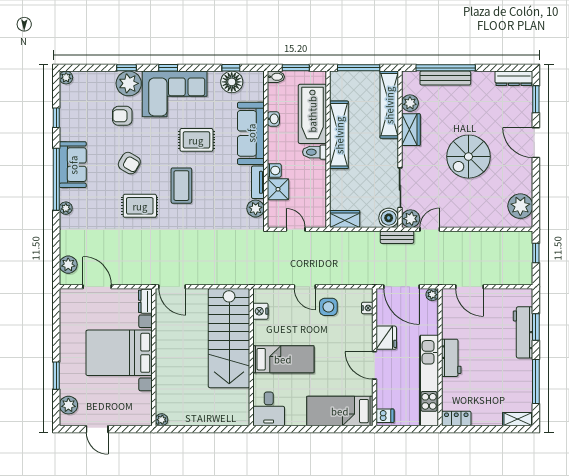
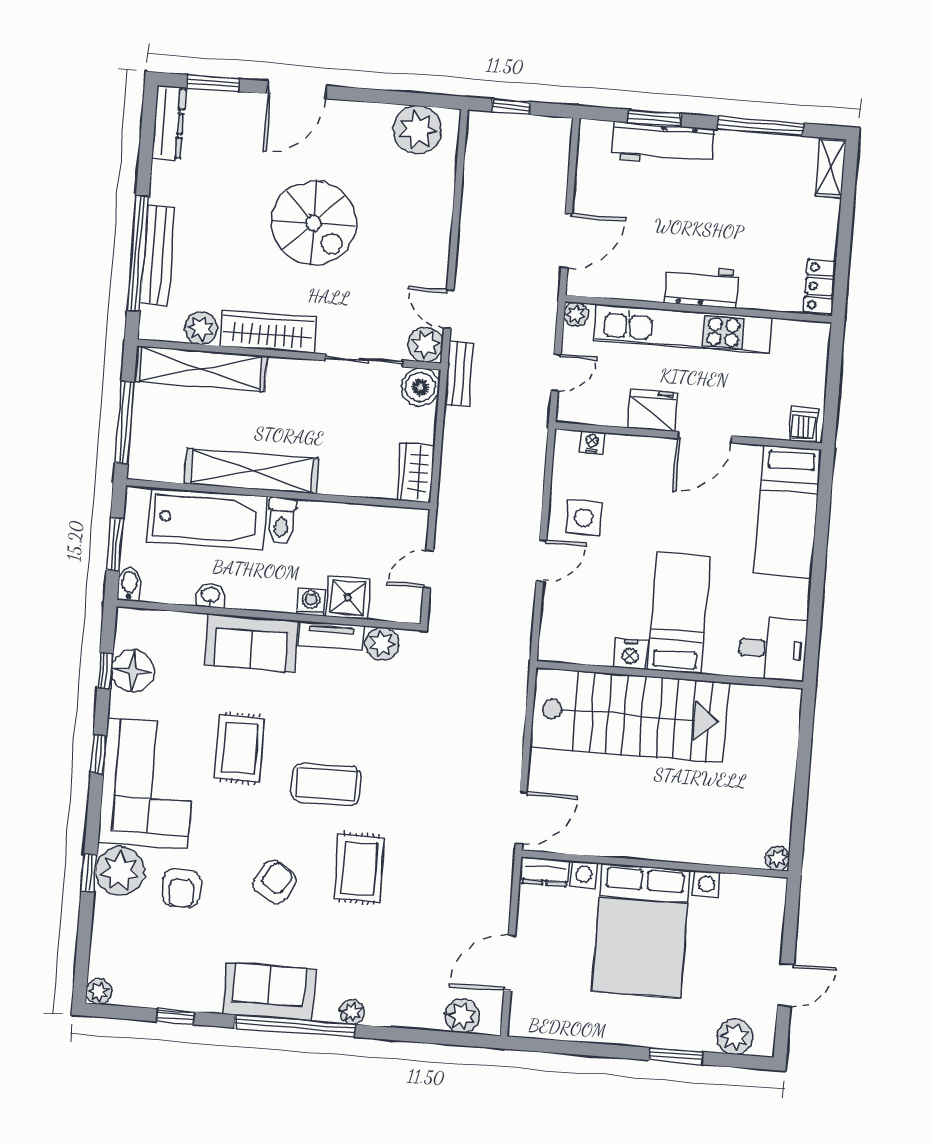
window: (168, 68) -> (98, 754), moved
wardrobe: (411, 130) -> (268, 332), width x1.50
sofa: (251, 133) -> (251, 643), width x0.73
door: (402, 287) -> (556, 373), width x0.53
nightstand: (260, 311) -> (630, 654), moved
kitchen unit: (429, 380) -> (683, 329), moved

